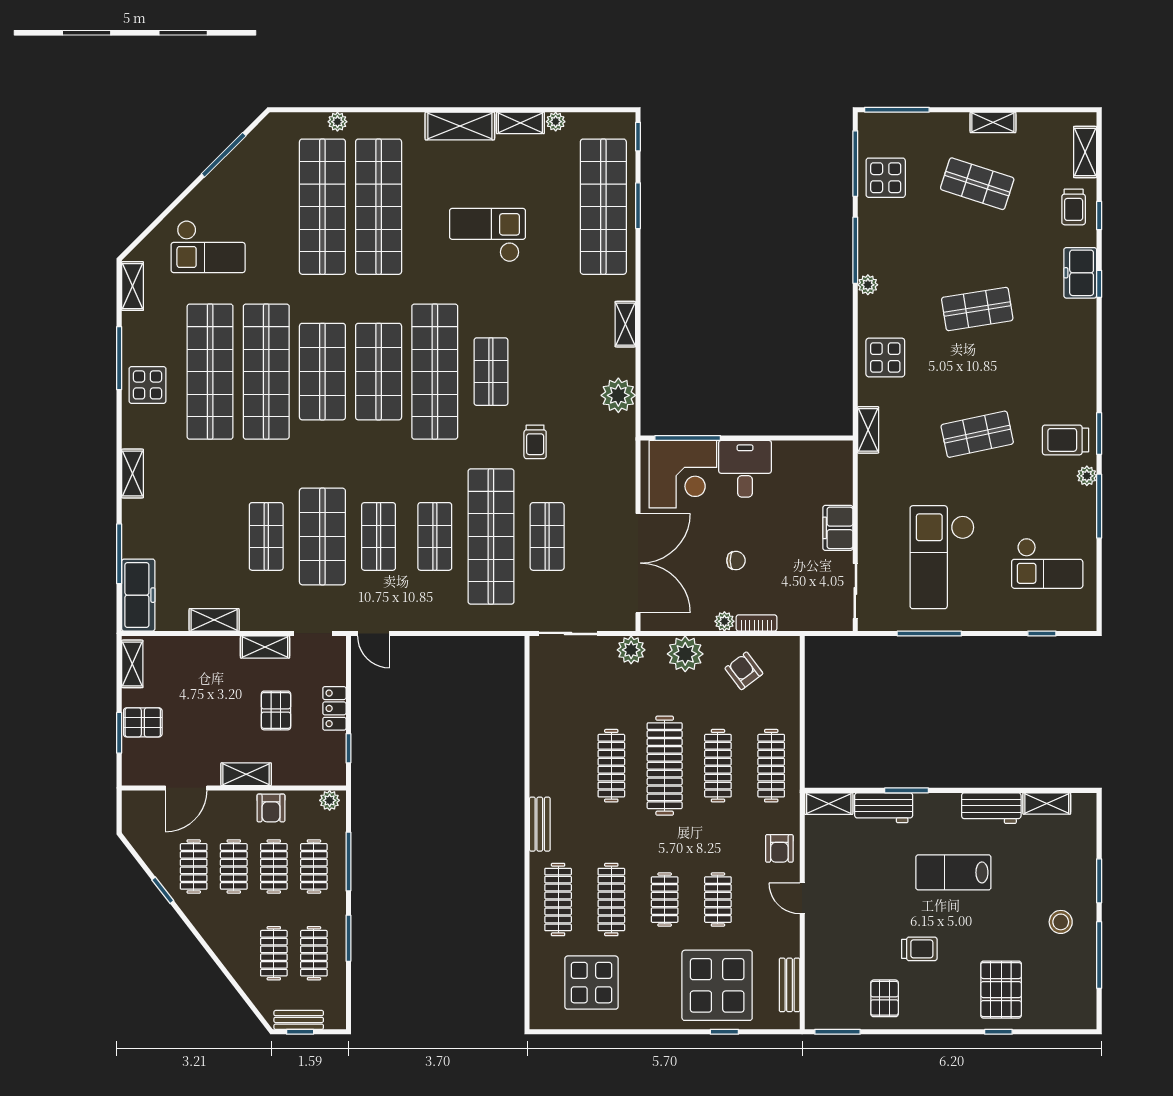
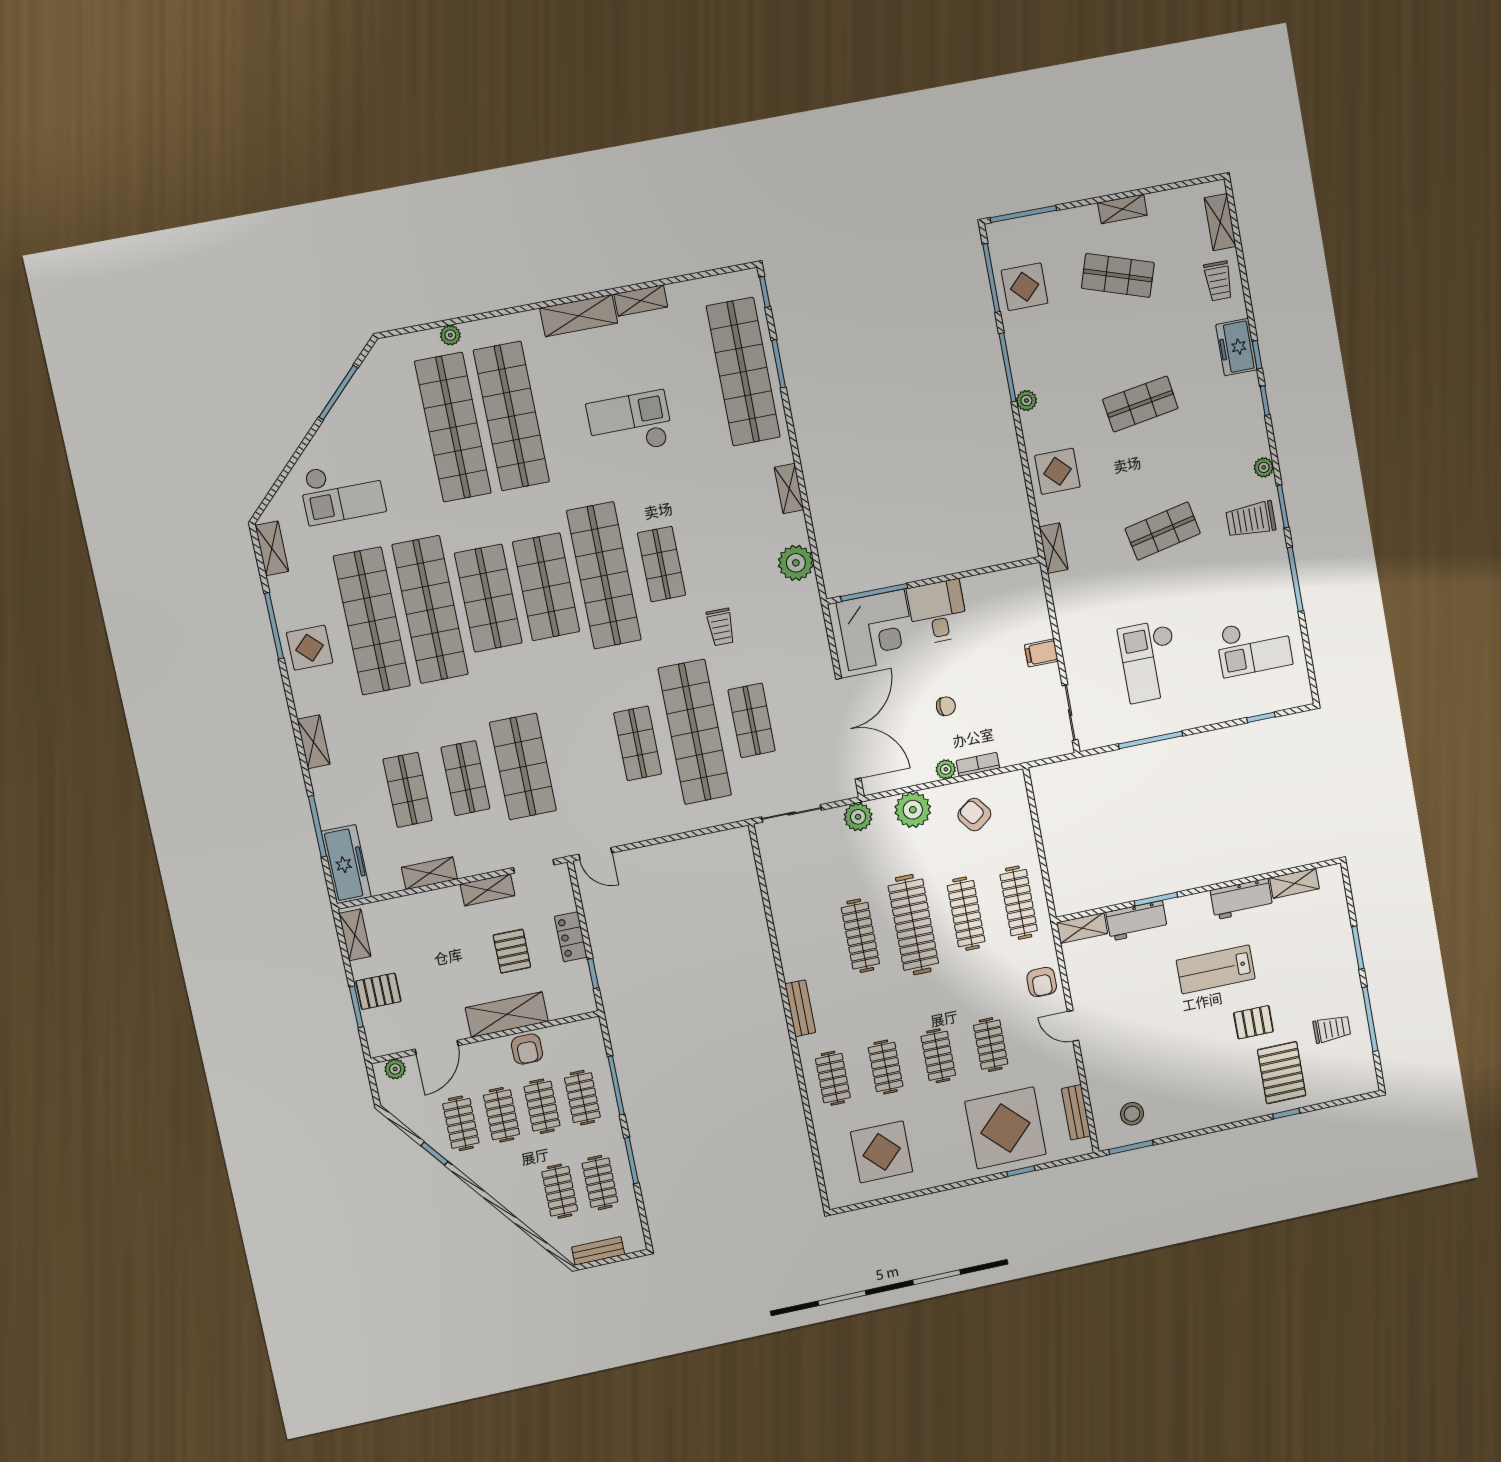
plant: (556, 122) -> (677, 292), removed
window: (1099, 216) -> (1265, 401), moved
plant: (1087, 476) -> (1264, 467), moved
filing cabinet: (838, 528) -> (1041, 653), width x0.50
shop shelf: (379, 536) -> (408, 790), moved
checkout: (942, 557) -> (1150, 661), width x0.73, depth x0.83
shelving: (246, 774) -> (507, 1014), width x1.50, depth x1.33
plant: (330, 800) -> (395, 1069), moved
clothes rail: (558, 900) -> (833, 1078), width x0.73
clothes rail: (611, 900) -> (886, 1067), width x0.73
stool: (1061, 922) -> (1132, 1114), moved
trolley: (919, 949) -> (1332, 1029), moved
pallet: (885, 998) -> (1253, 1022), moved, turned 90
window: (300, 1032) -> (602, 1262), removed

